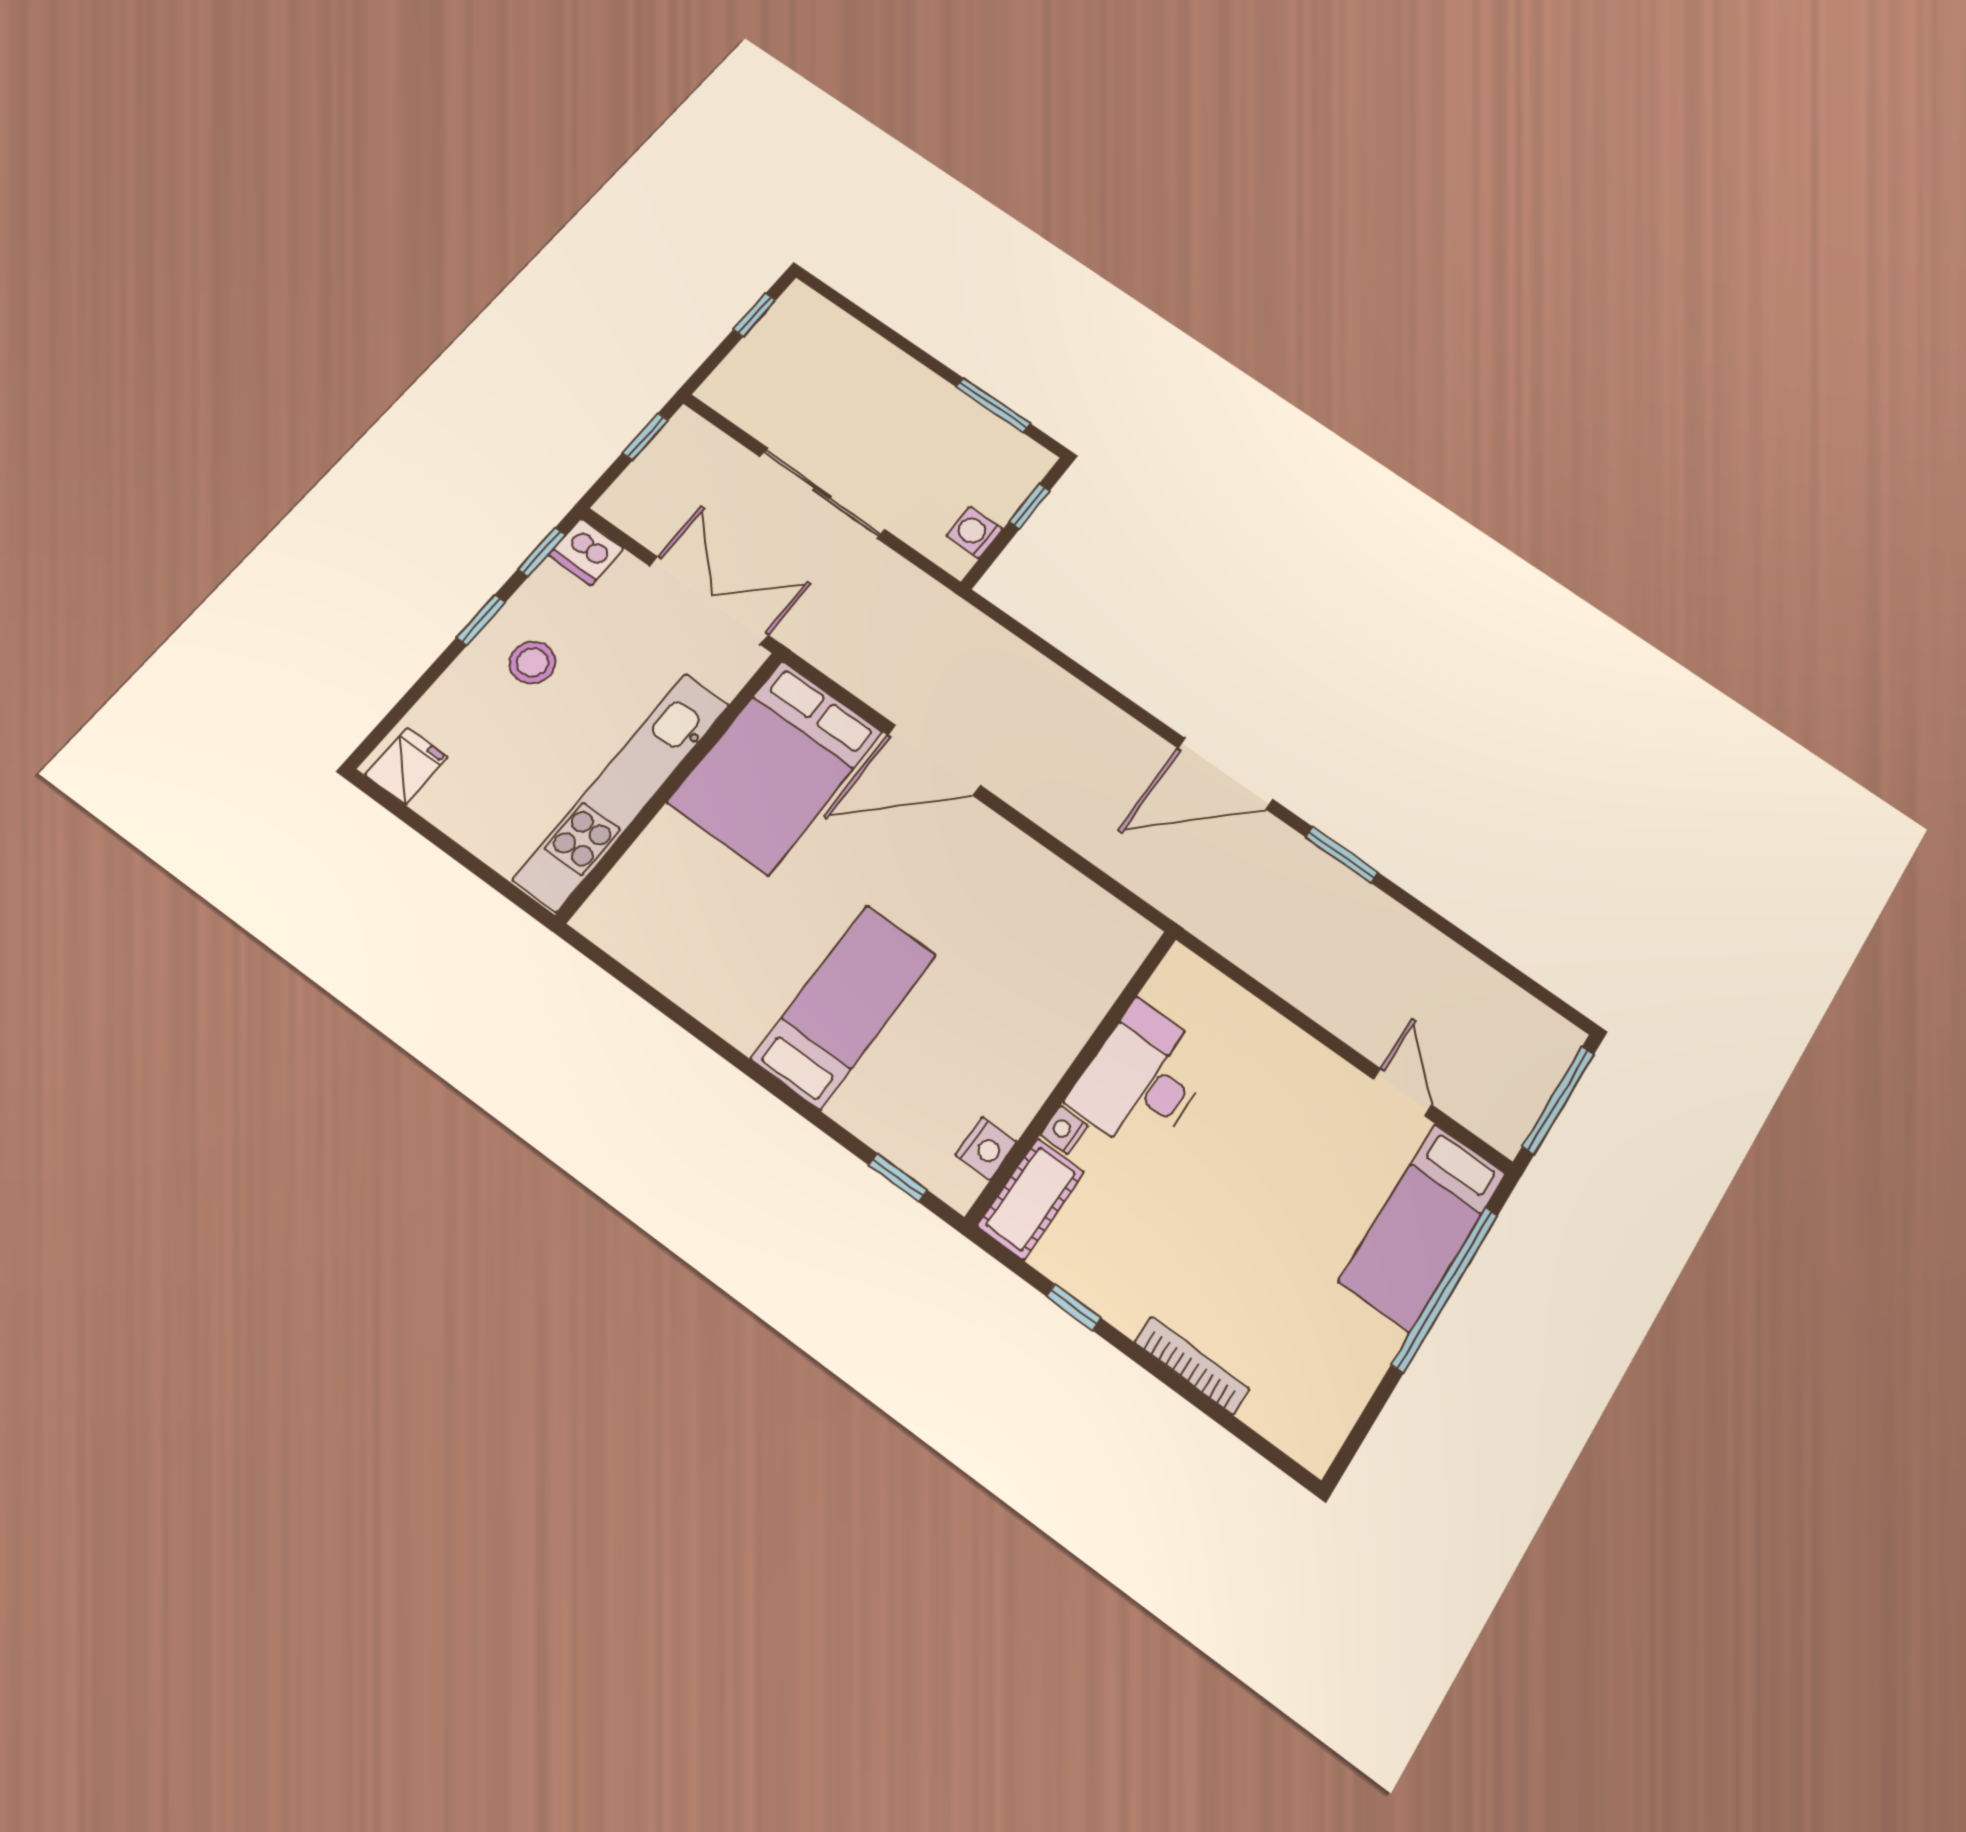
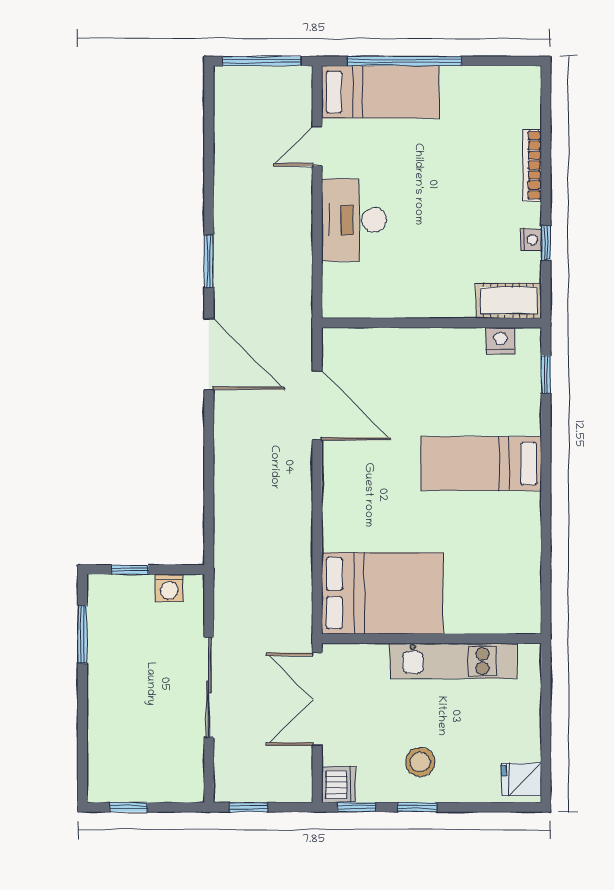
door: (934, 760) -> (317, 405), moved
kitchen unit: (623, 791) -> (453, 661), width x0.73
desk: (1142, 1079) -> (354, 220), moved, turned 90
nightstand: (1064, 1130) -> (531, 240), moved, turned -90

